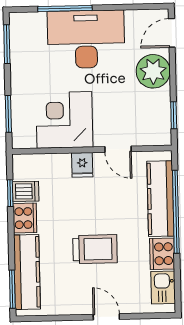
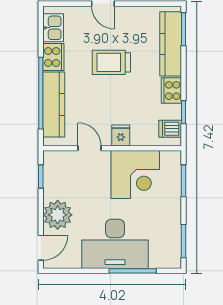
dishwasher: (26, 191) -> (170, 129), moved

